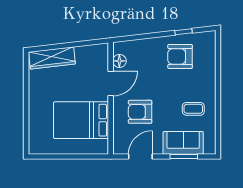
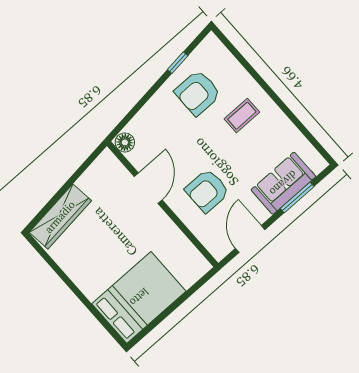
floor lamp: (119, 61) -> (125, 142), moved
coffee table: (193, 109) -> (242, 116), moved
bed: (81, 120) -> (139, 297), moved, turned 180

